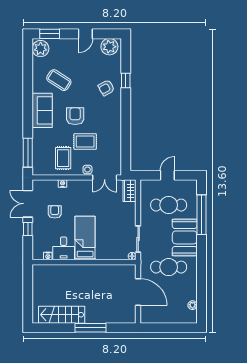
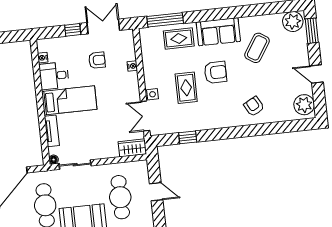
window: (126, 81) -> (188, 137), moved
rug: (63, 158) -> (179, 38), moved
tv unit: (108, 255) -> (52, 131), added

